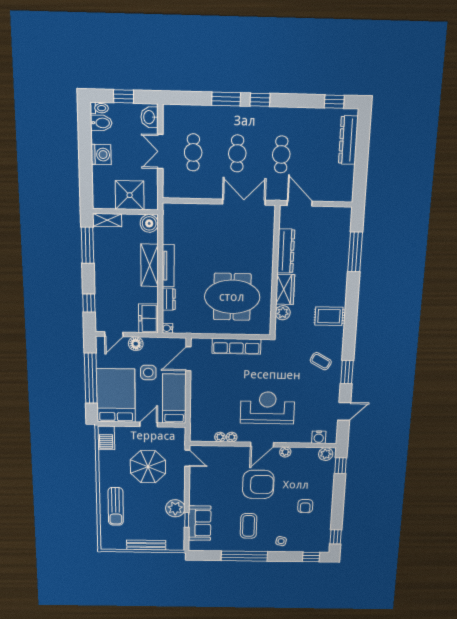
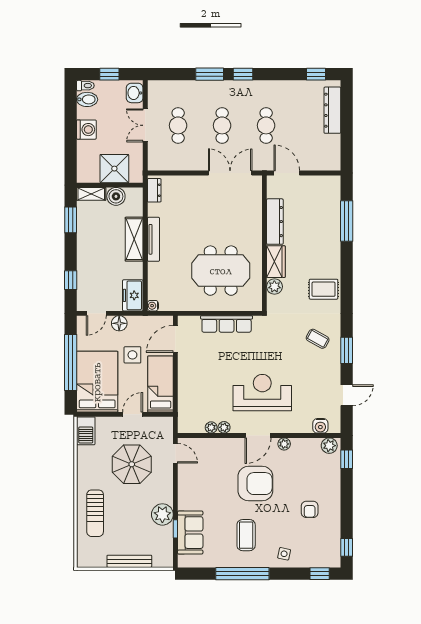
boiler: (149, 223) -> (116, 196), moved
window: (87, 245) -> (71, 220), width x0.69
dresser: (169, 299) -> (154, 190), moved

